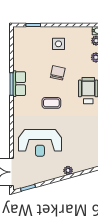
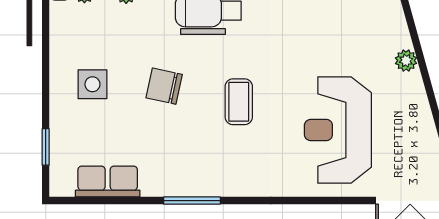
row of seats: (19, 84) -> (108, 182), moved
reception desk: (40, 143) -> (338, 130), turned 180

